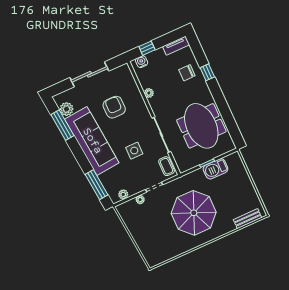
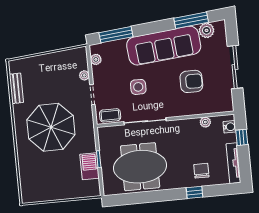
tv unit: (176, 46) -> (233, 163), width x1.41
plant: (149, 93) -> (205, 122), moved
bench: (248, 219) -> (16, 88), moved

